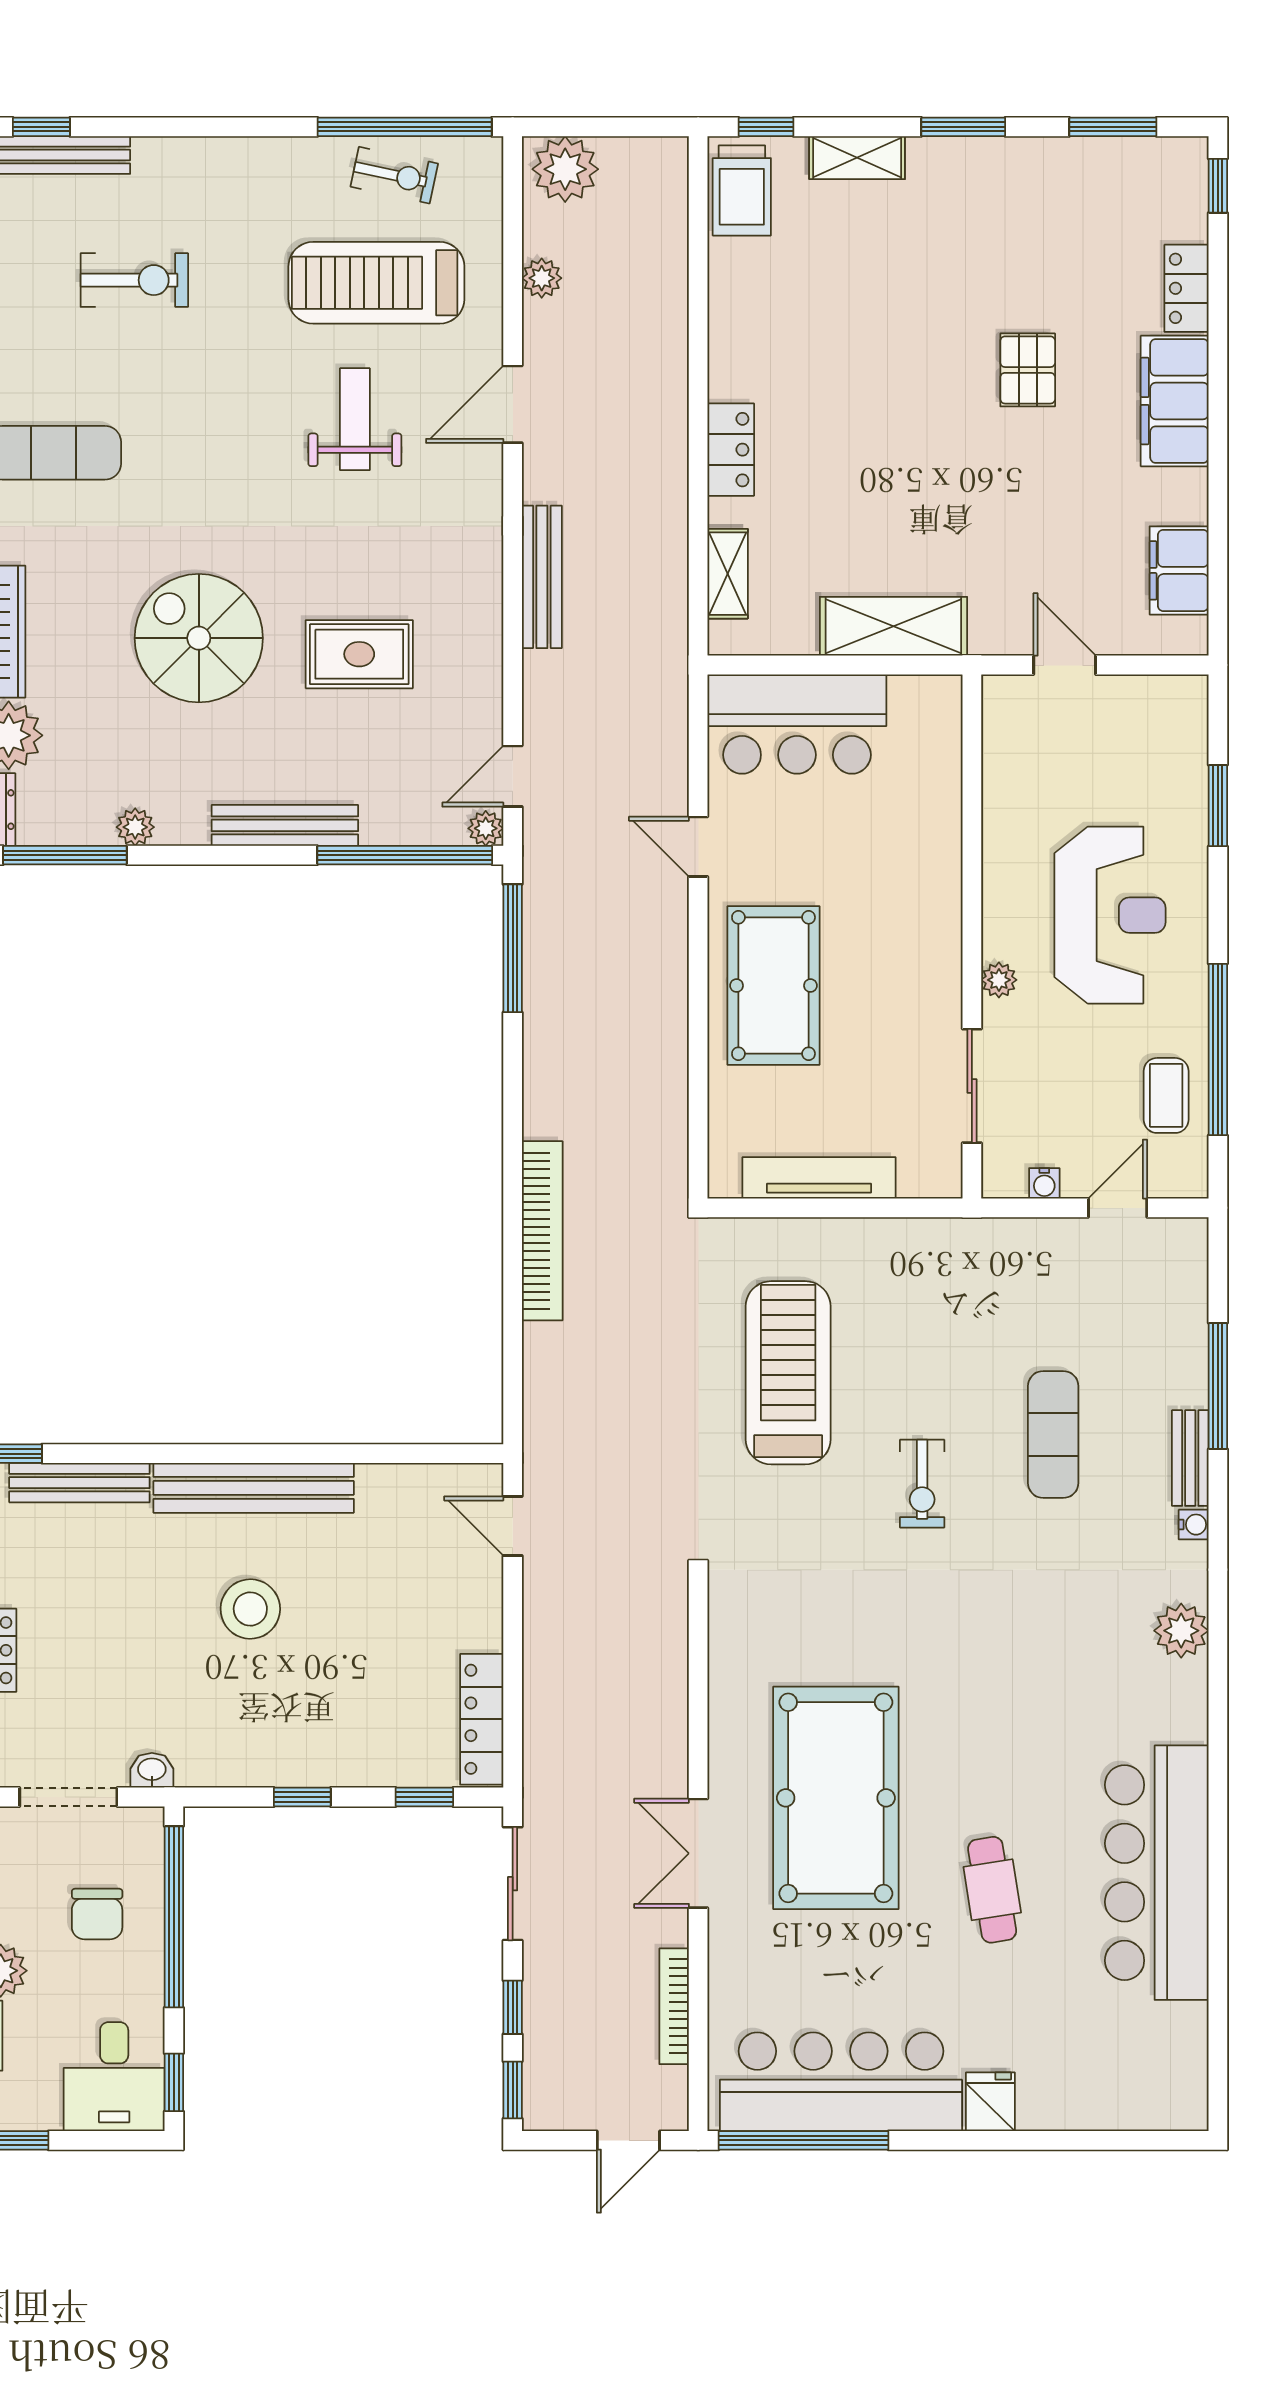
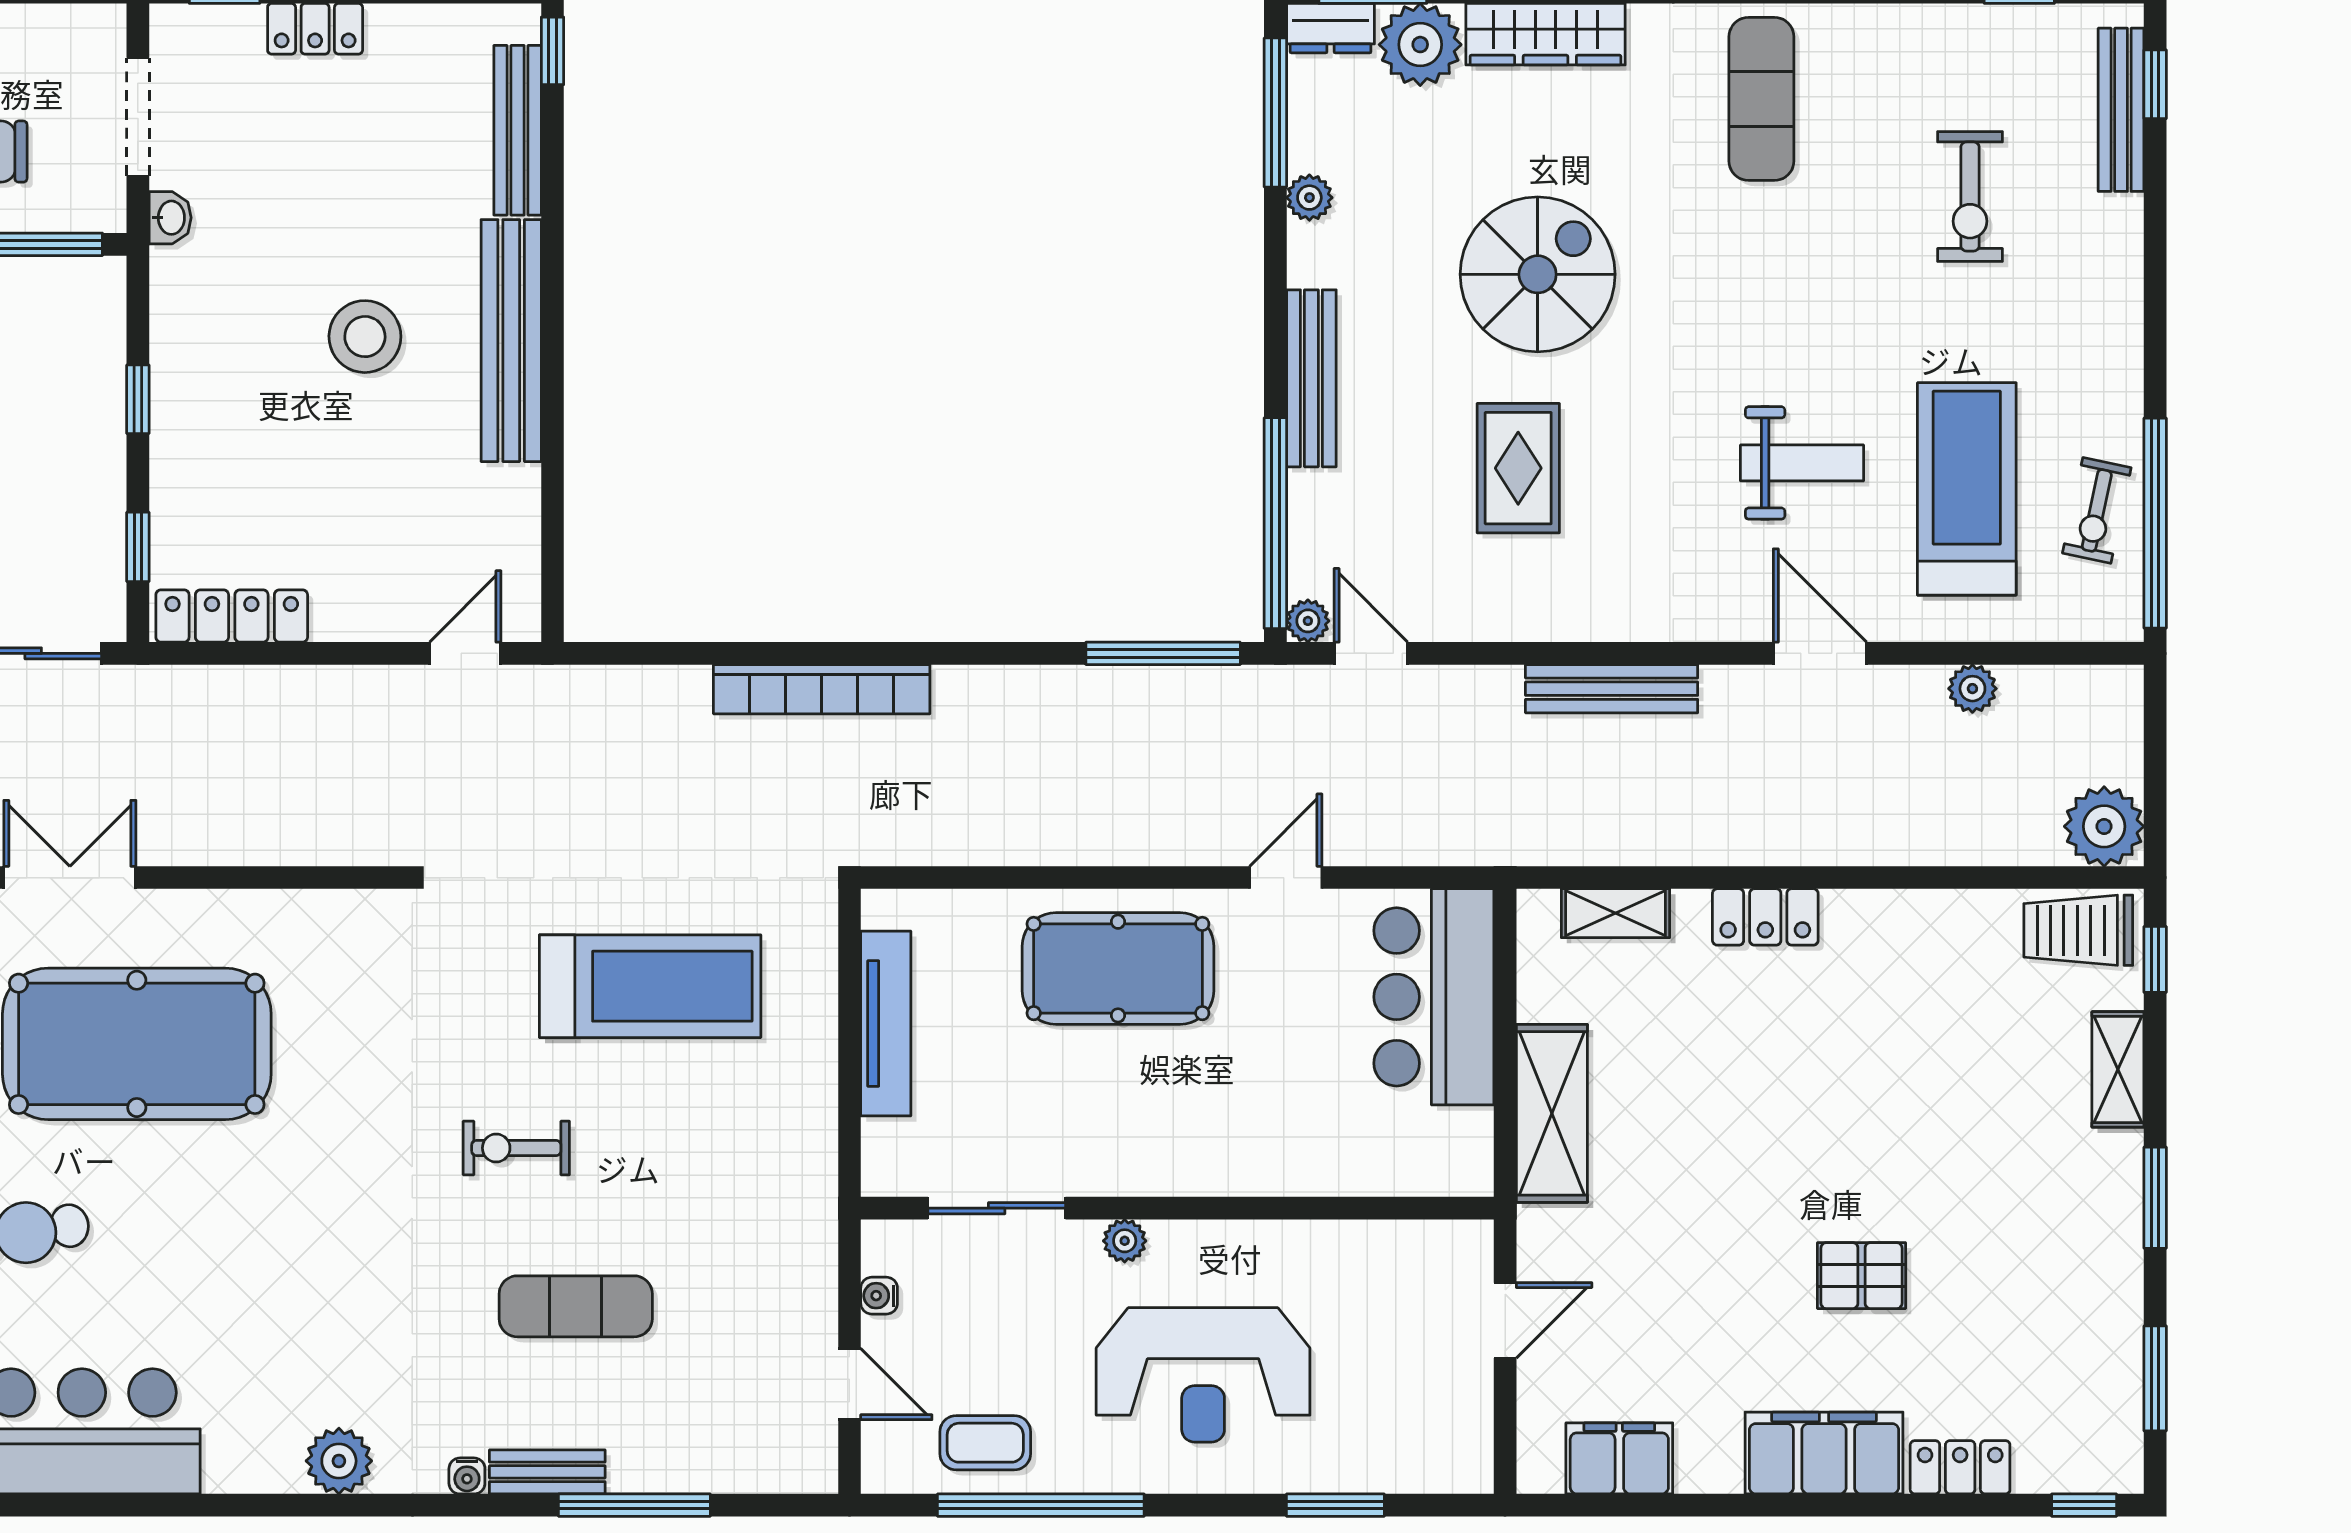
plant: (565, 169) -> (2104, 826), moved

